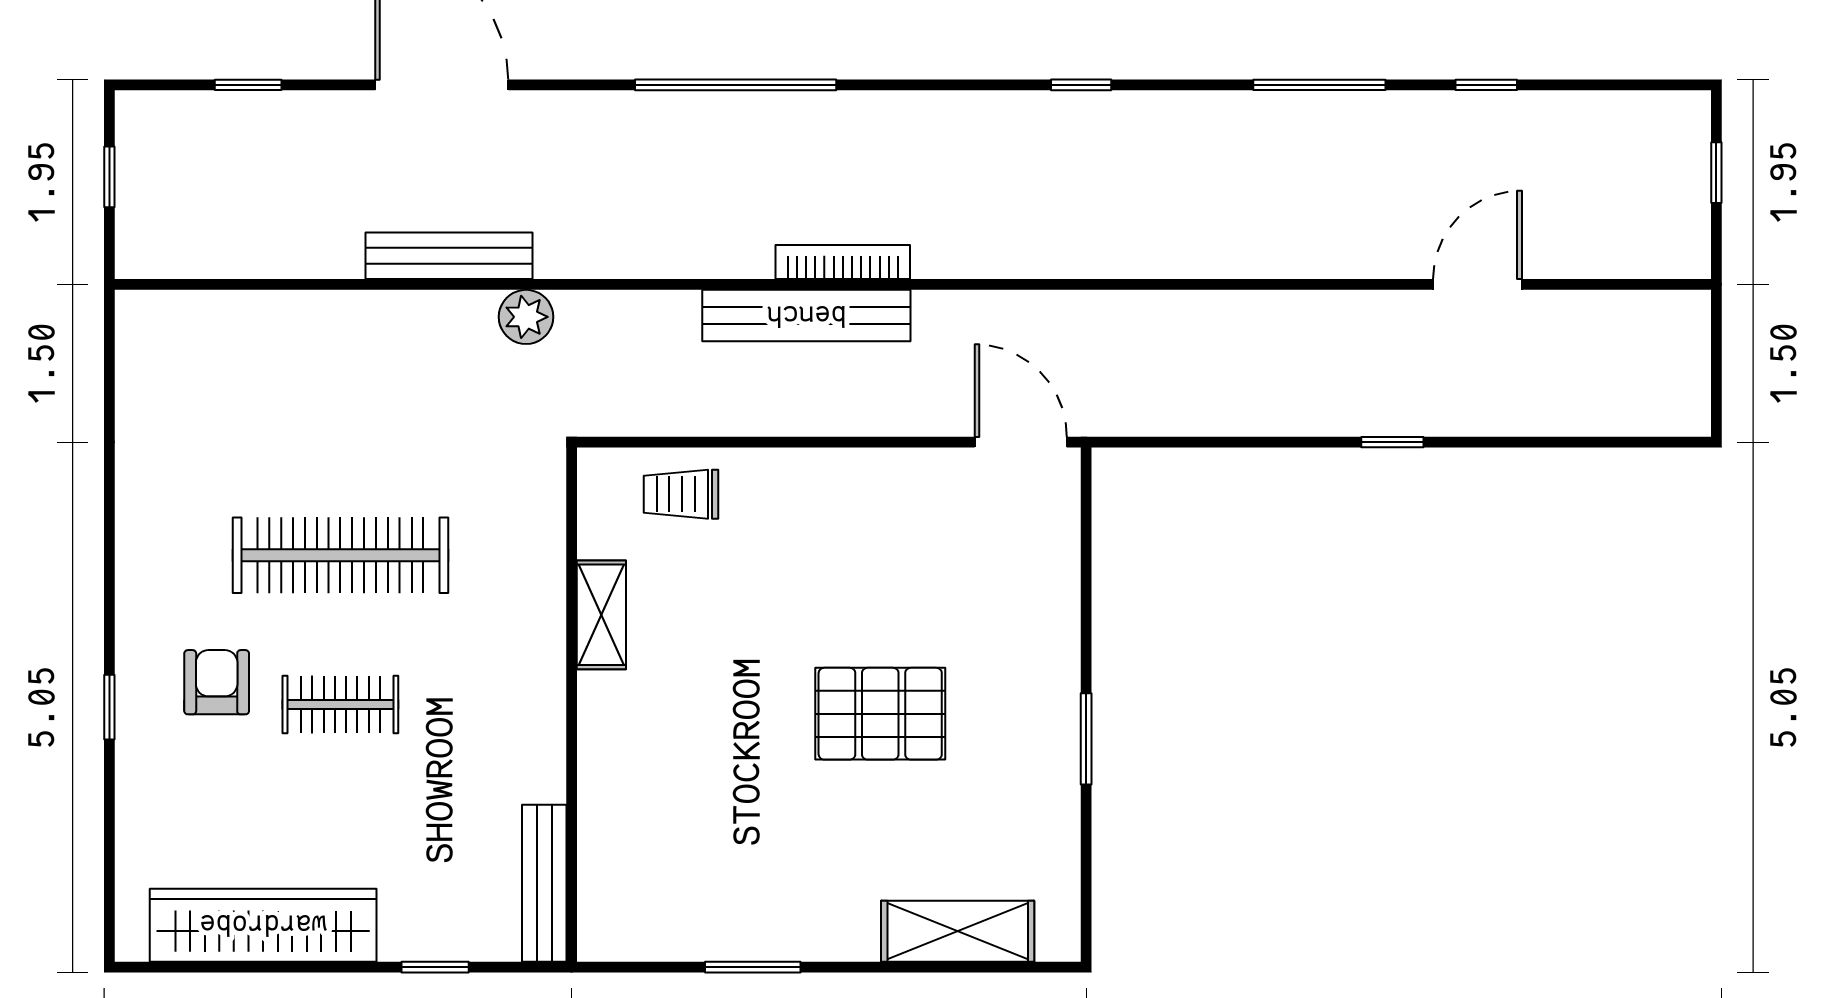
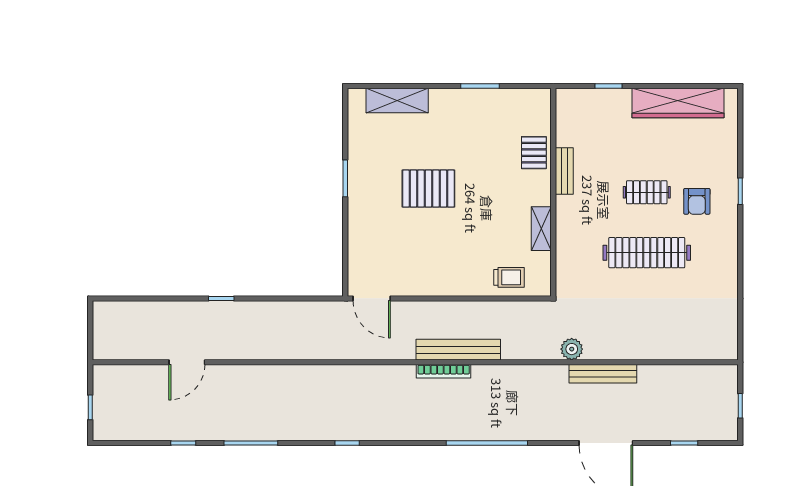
pallet: (619, 803) -> (534, 153), added
bench: (544, 883) -> (564, 171), moved, width x0.73

